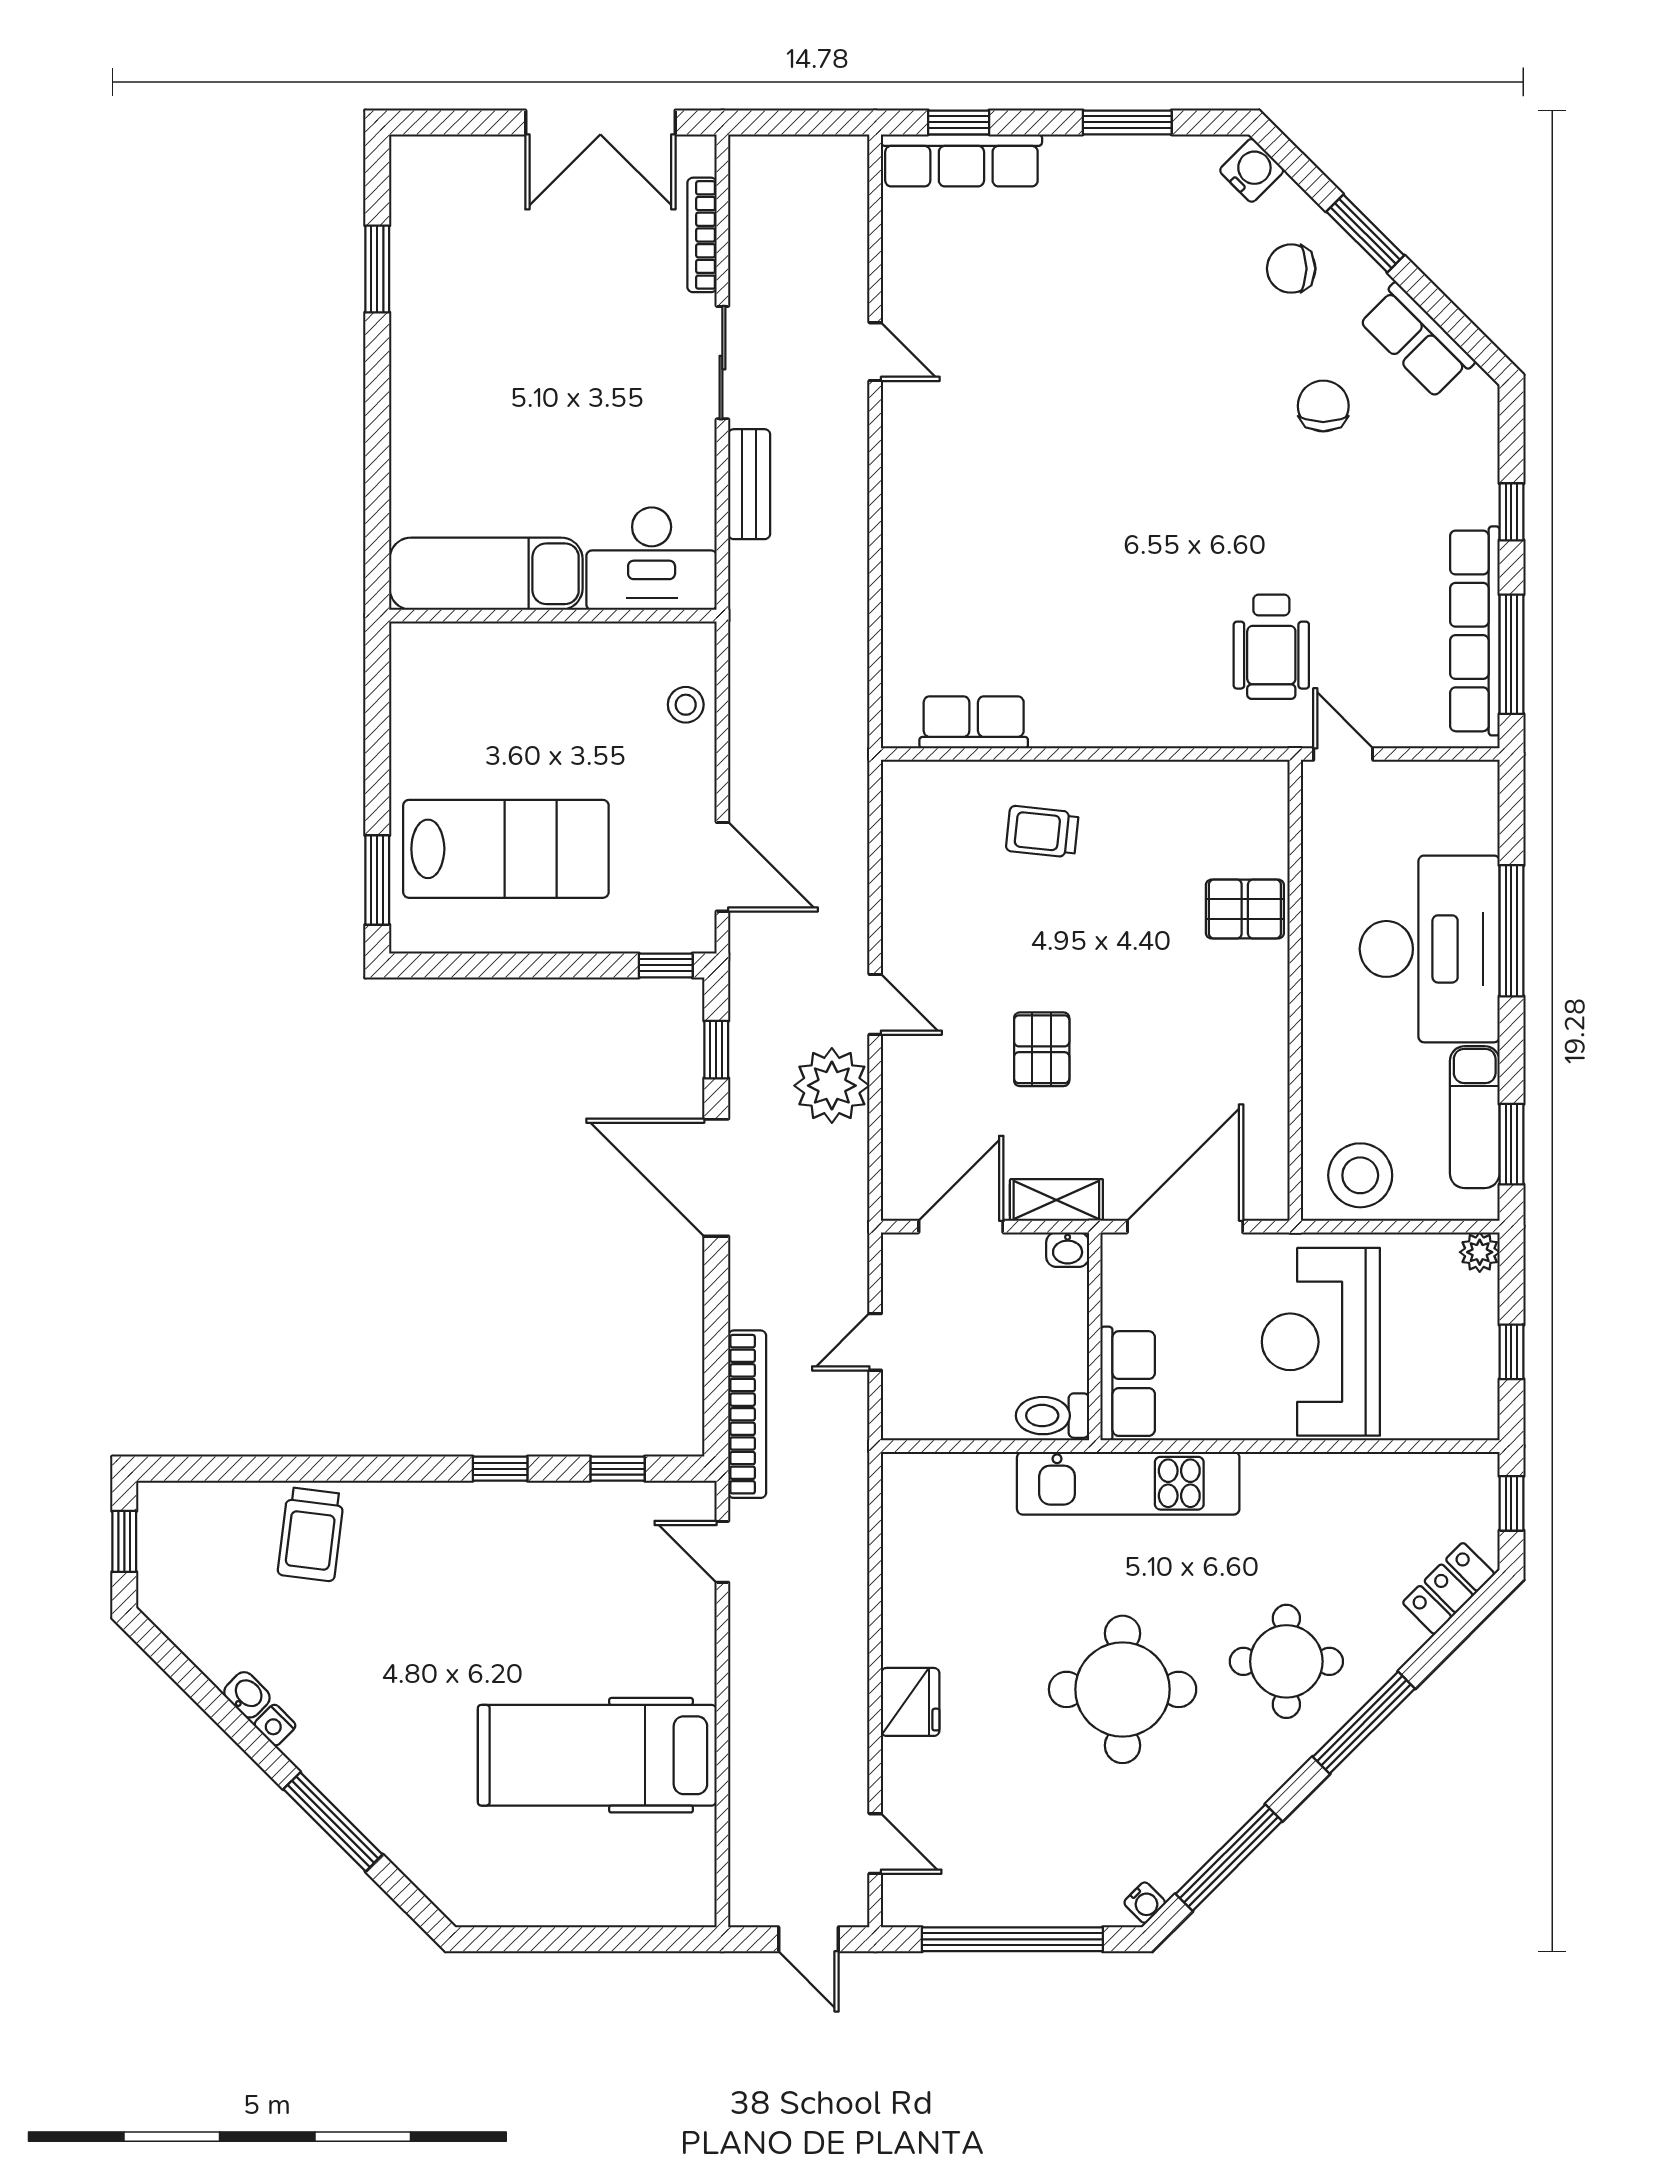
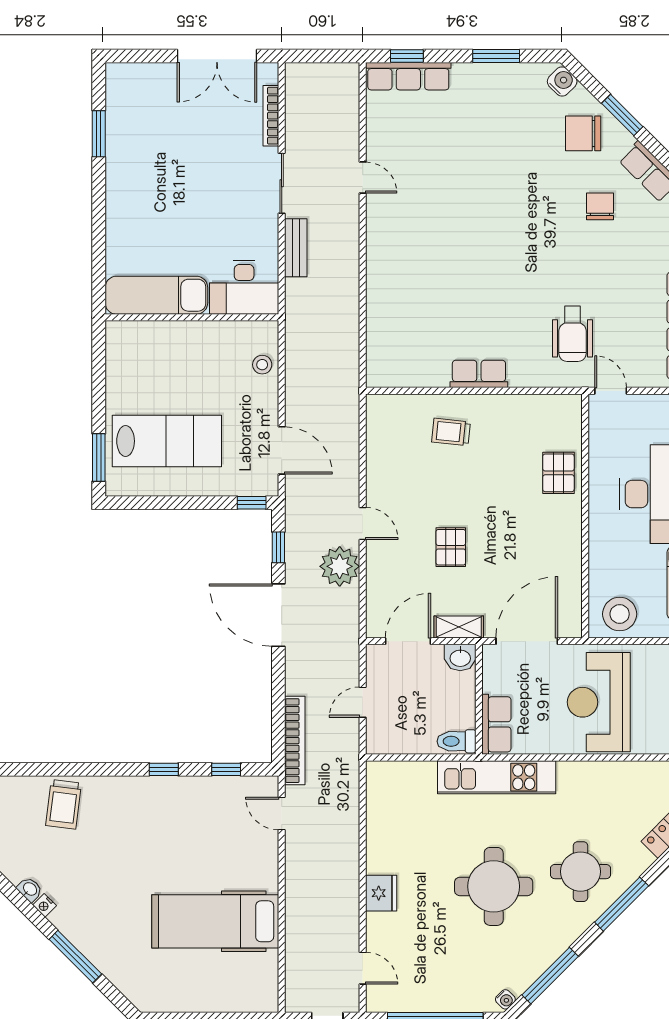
chair: (1291, 269) -> (583, 133), width x1.37, depth x1.37
row of seats: (974, 722) -> (479, 374), moved
pallet: (1245, 909) -> (558, 473), turned 90
washbasin: (1068, 1250) -> (460, 657), width x1.38, depth x1.45

